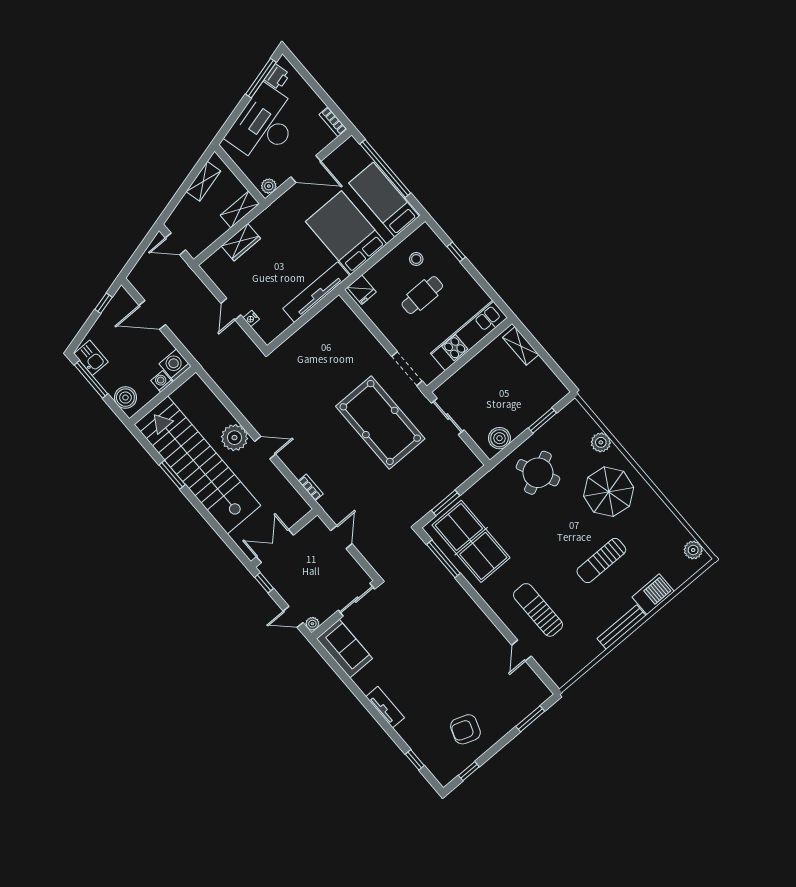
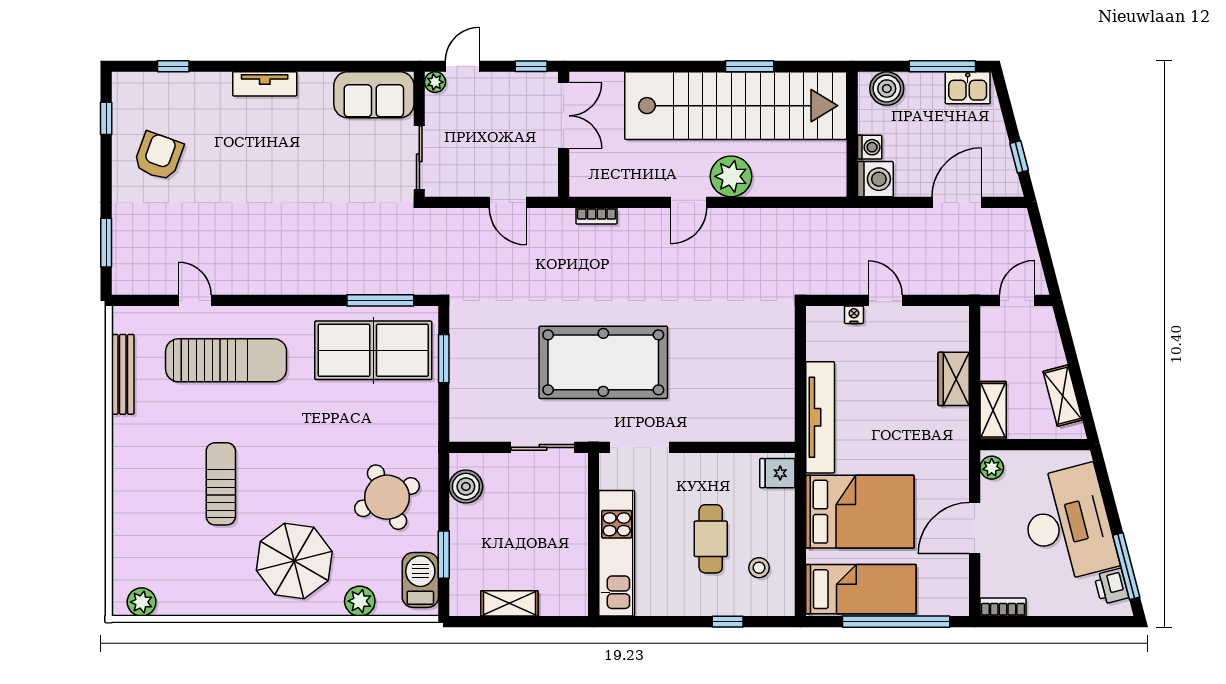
shelving: (521, 346) -> (509, 603), moved
barbecue: (653, 594) -> (420, 580), moved, turned 180
sun lounger: (538, 610) -> (226, 360), width x1.36, depth x1.34
bench: (621, 627) -> (123, 374), moved

